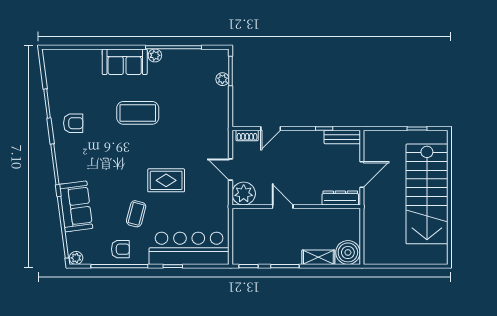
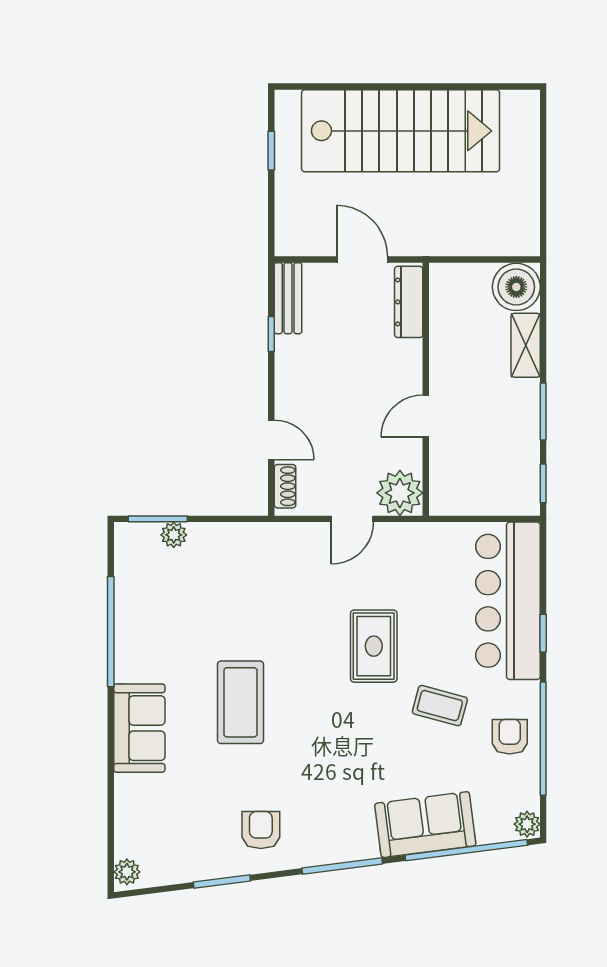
plant: (155, 55) -> (127, 872), moved

